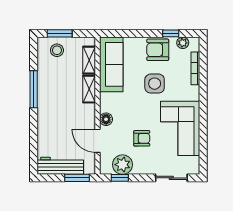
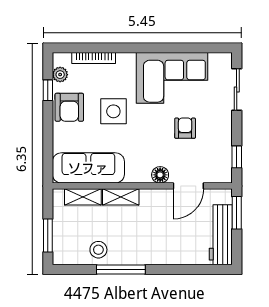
stool: (57, 50) -> (98, 250), moved
plant: (123, 165) -> (219, 153), removed

